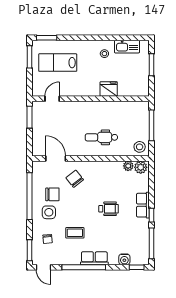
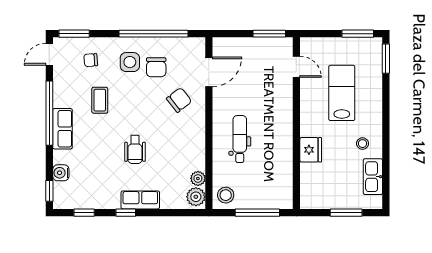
lab bench: (58, 63) -> (342, 93), moved
window: (151, 243) -> (84, 213), width x0.46

